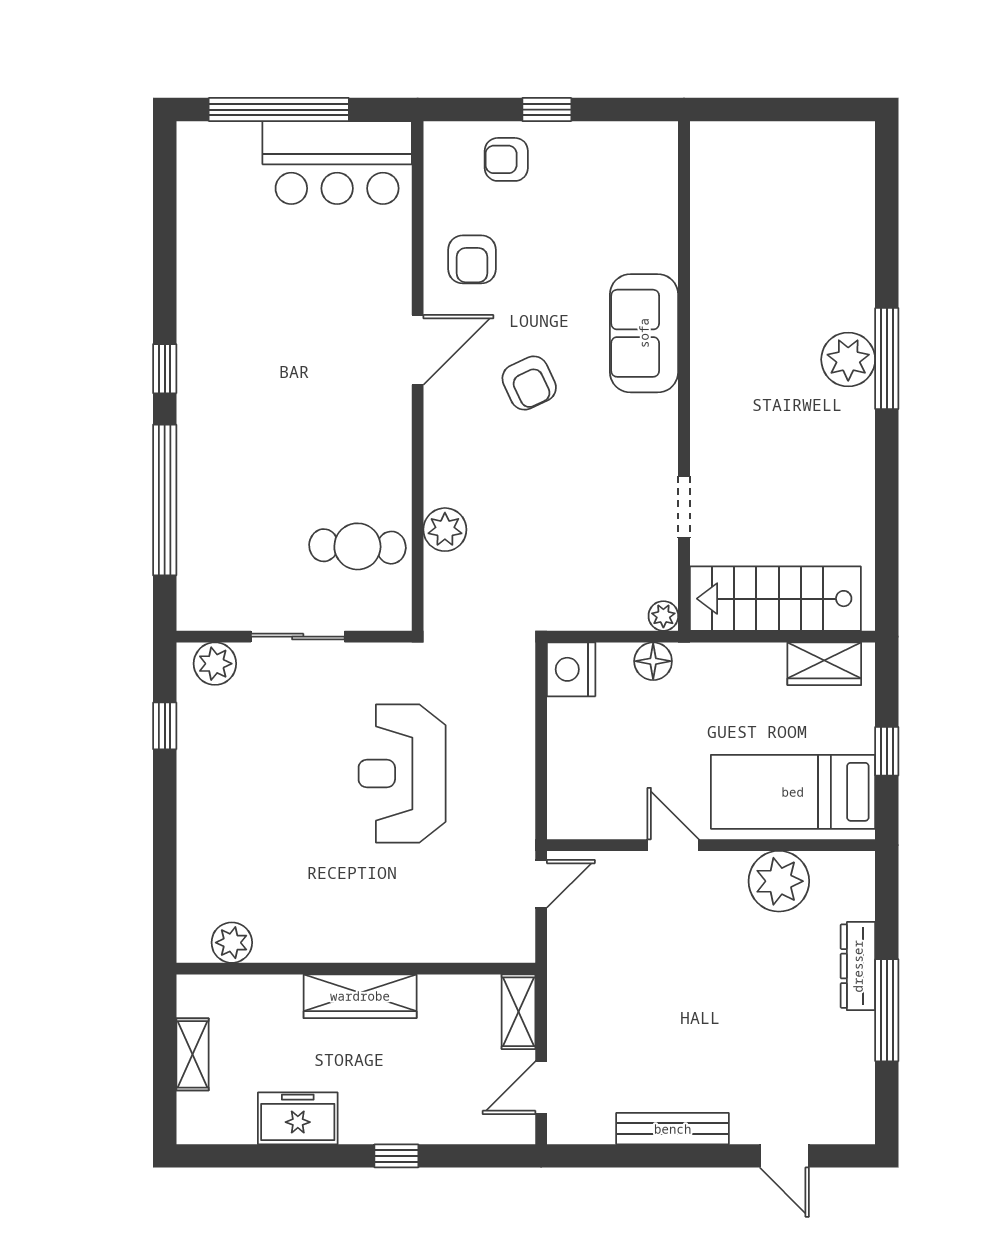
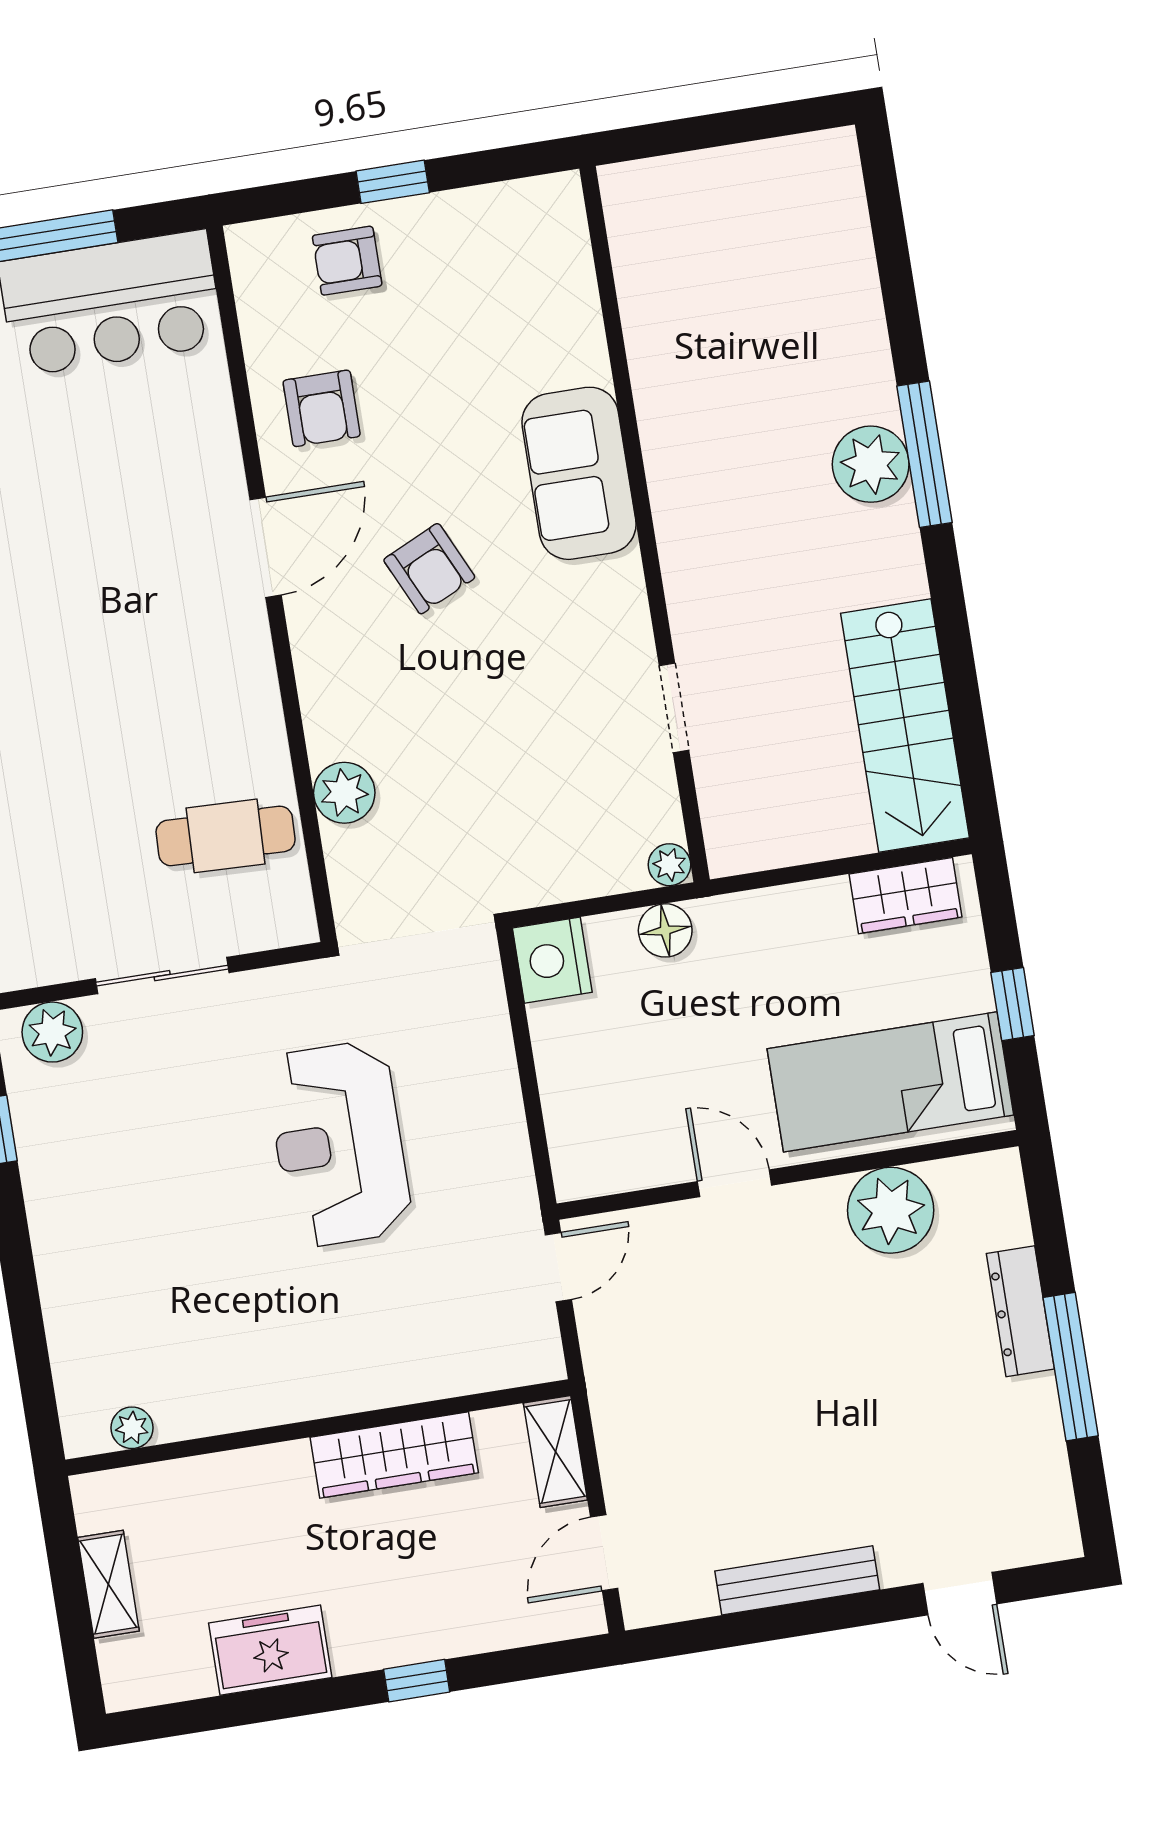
stairs: (775, 599) -> (905, 726), moved, turned -90
plant: (232, 943) -> (132, 1428), width x0.73, depth x0.73
wardrobe: (360, 996) -> (394, 1455), moved

